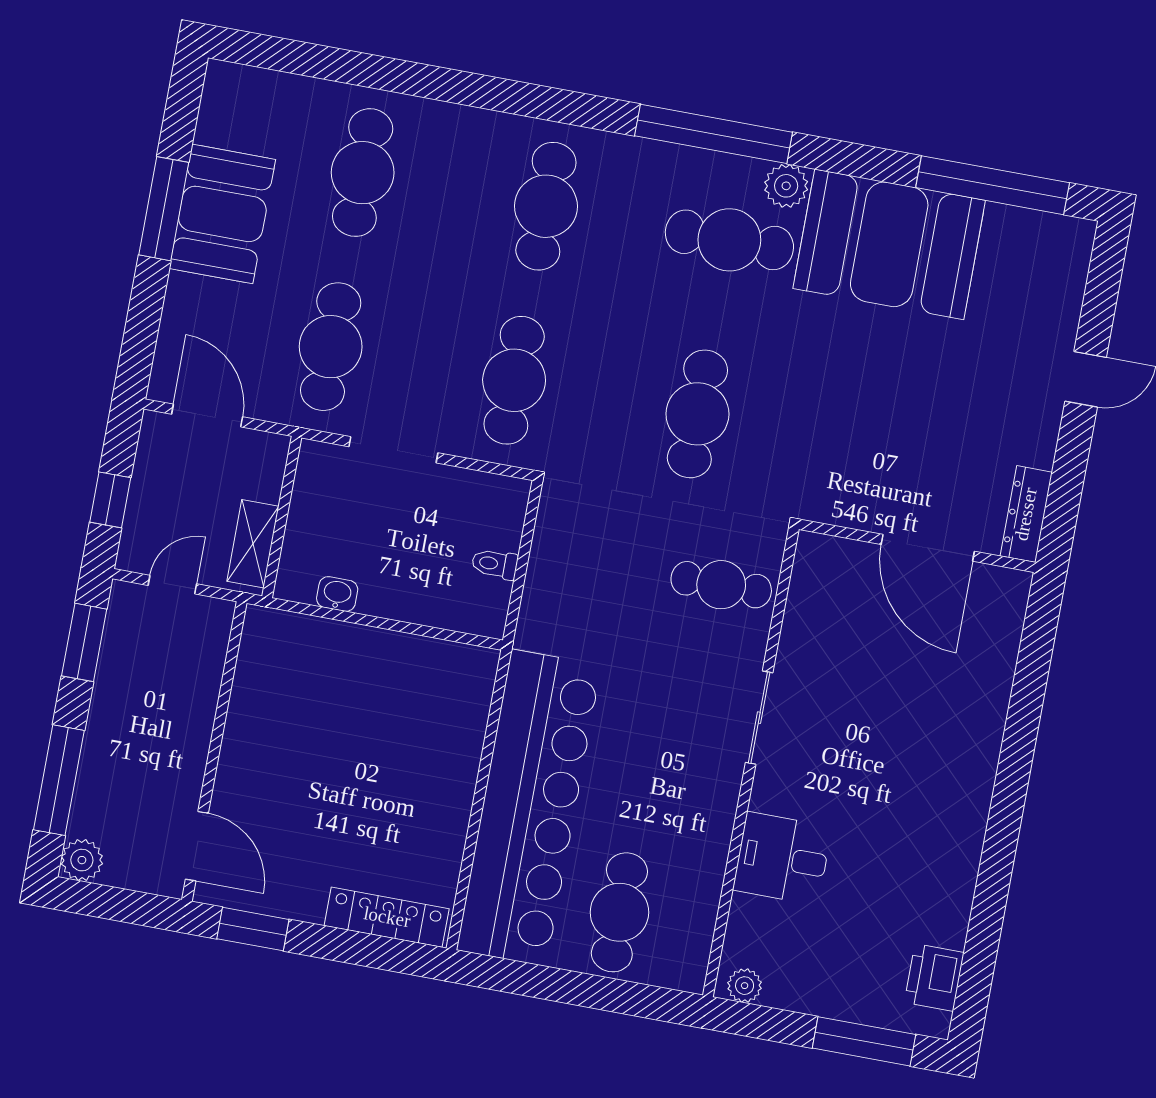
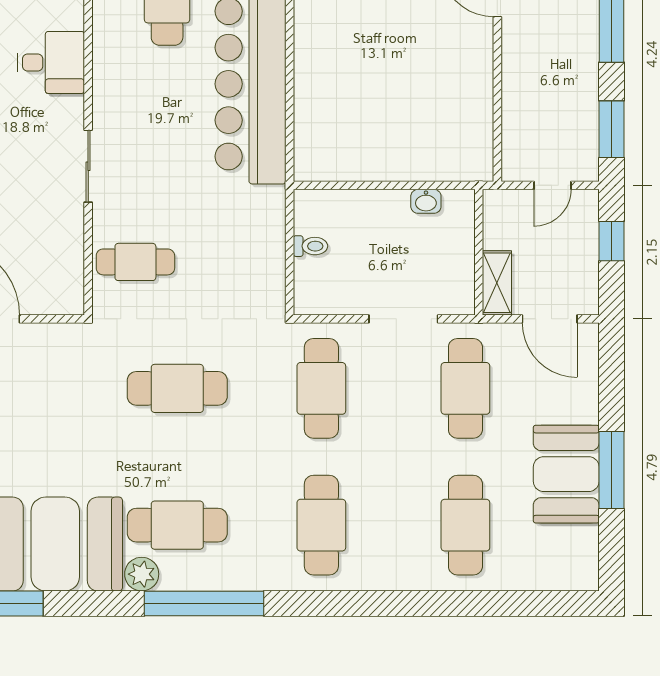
cafe table: (697, 414) -> (177, 388), turned 90
shelving: (253, 544) -> (497, 283), moved

